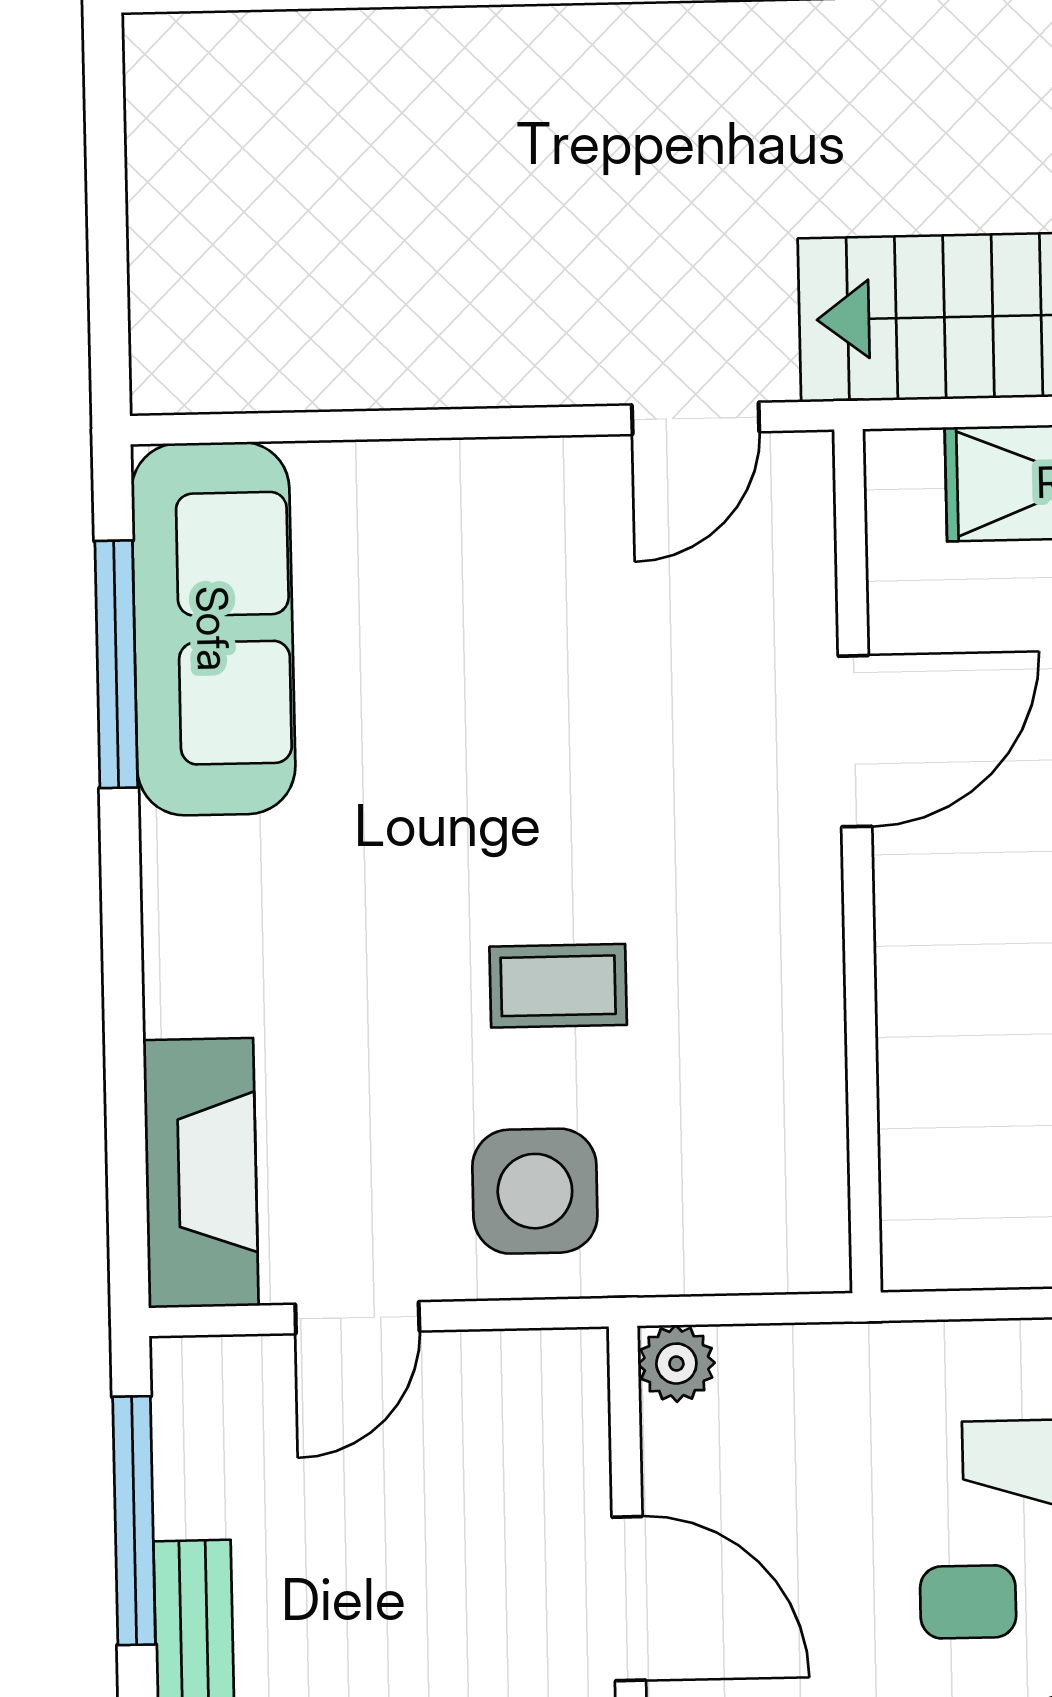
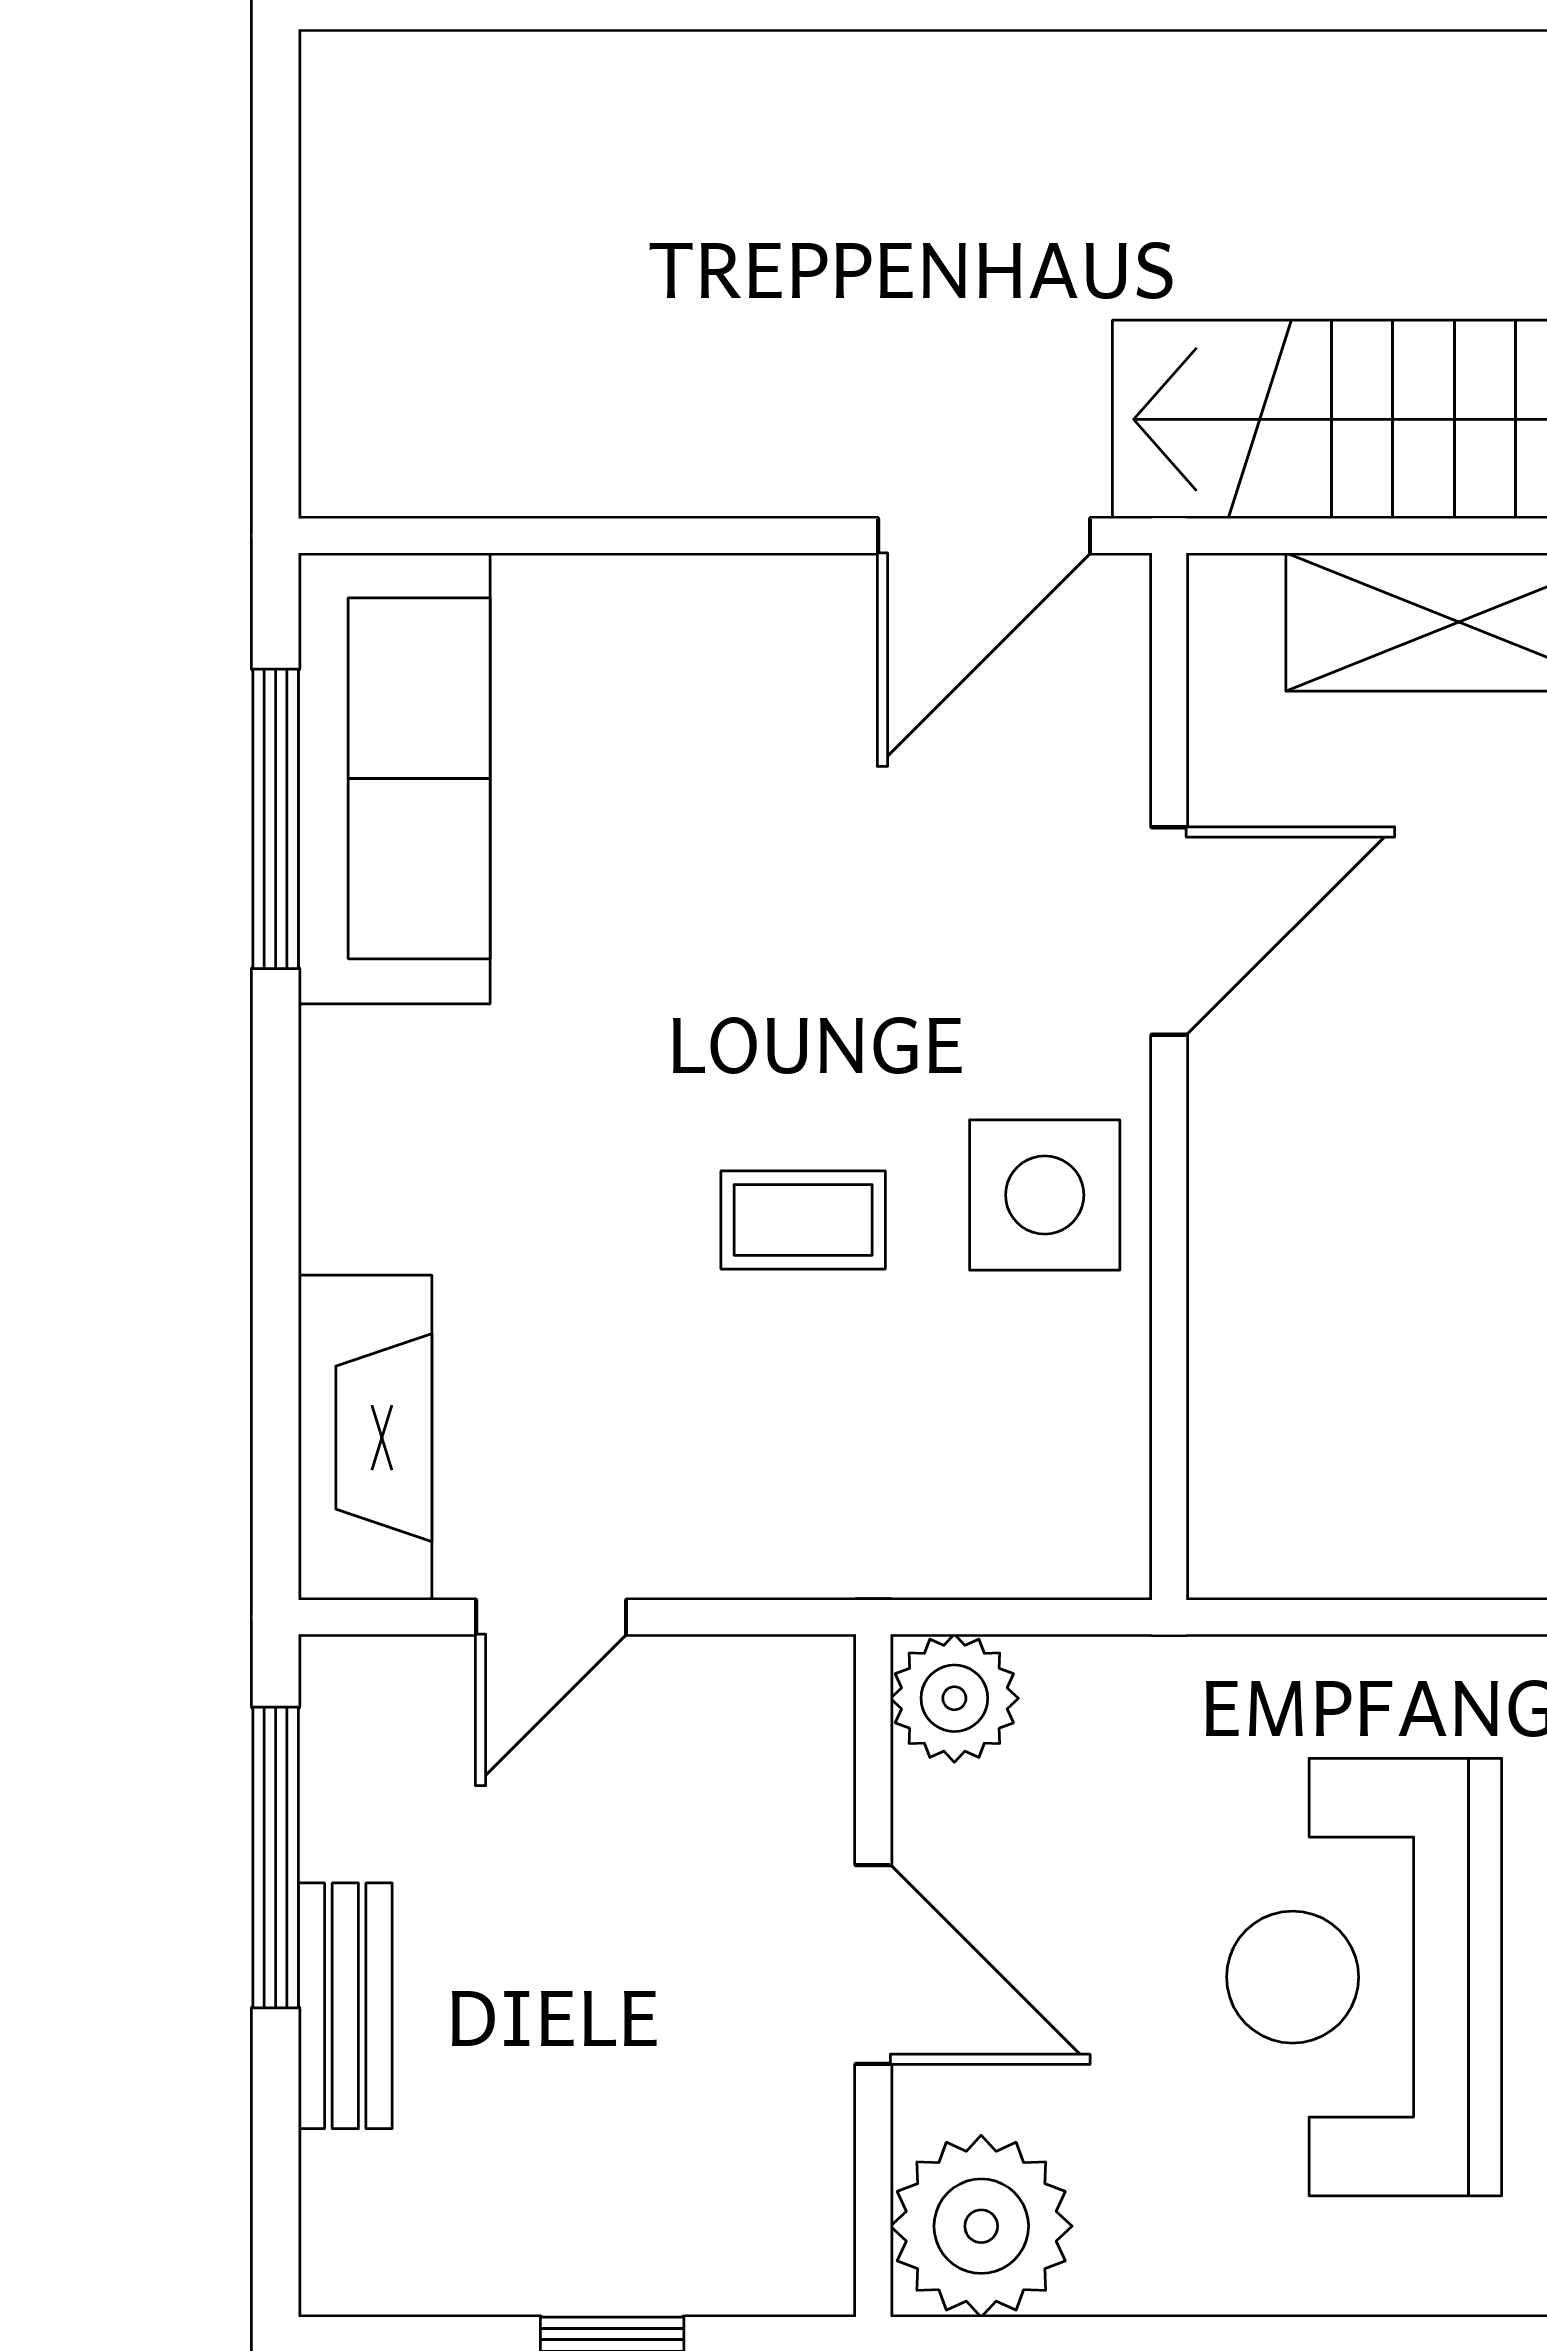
door: (696, 418) -> (984, 536), width x1.38
side table: (535, 1191) -> (1045, 1195), moved
plant: (676, 1364) -> (954, 1698), width x1.38, depth x1.38

